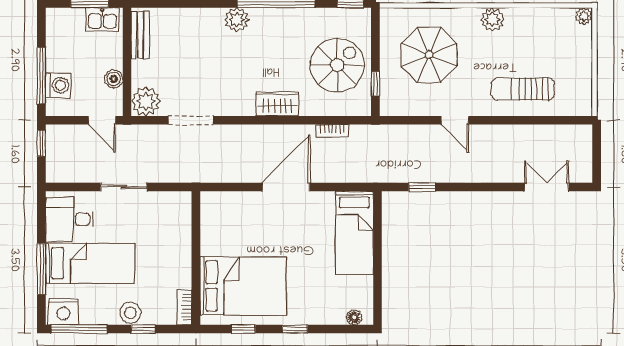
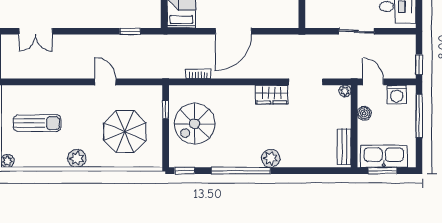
kitchen sink: (102, 19) -> (384, 156), width x1.88, depth x1.24
washing machine: (58, 85) -> (397, 95), moved, turned -90
sun lounger: (523, 89) -> (37, 123), moved
plant: (146, 101) -> (345, 91), width x0.53, depth x0.53
wardrobe: (277, 104) -> (272, 94), moved

